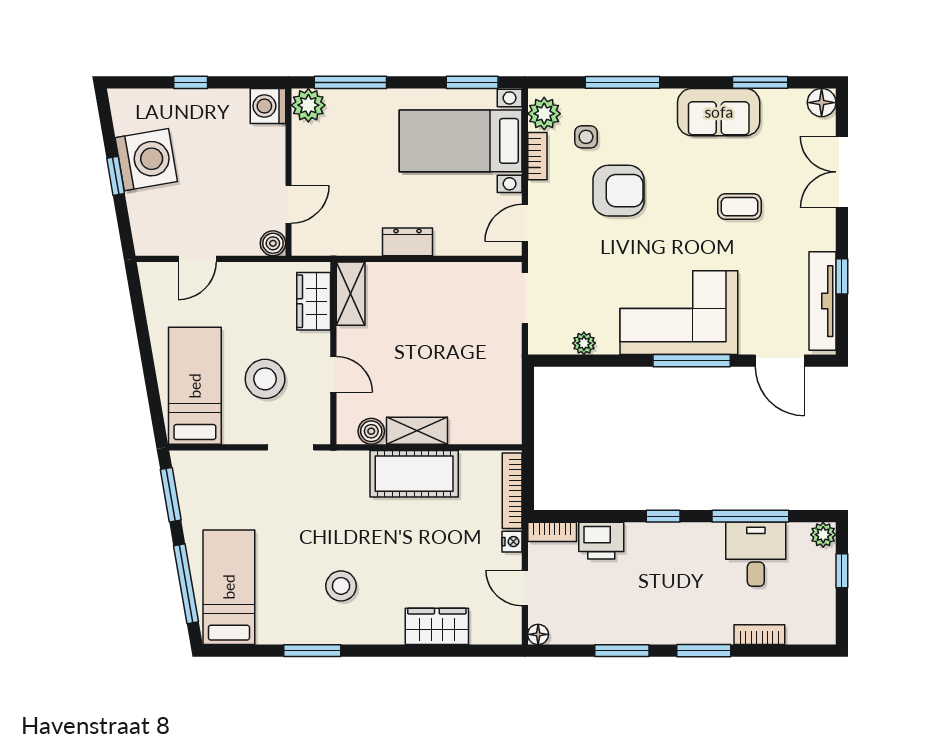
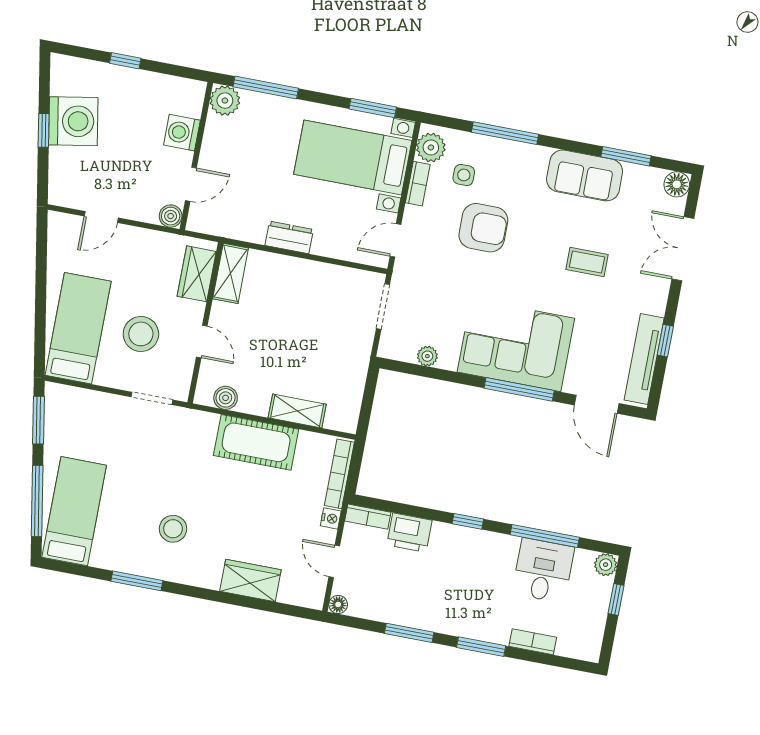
washing machine: (268, 106) -> (182, 133), moved
shelving: (417, 431) -> (297, 411), moved

